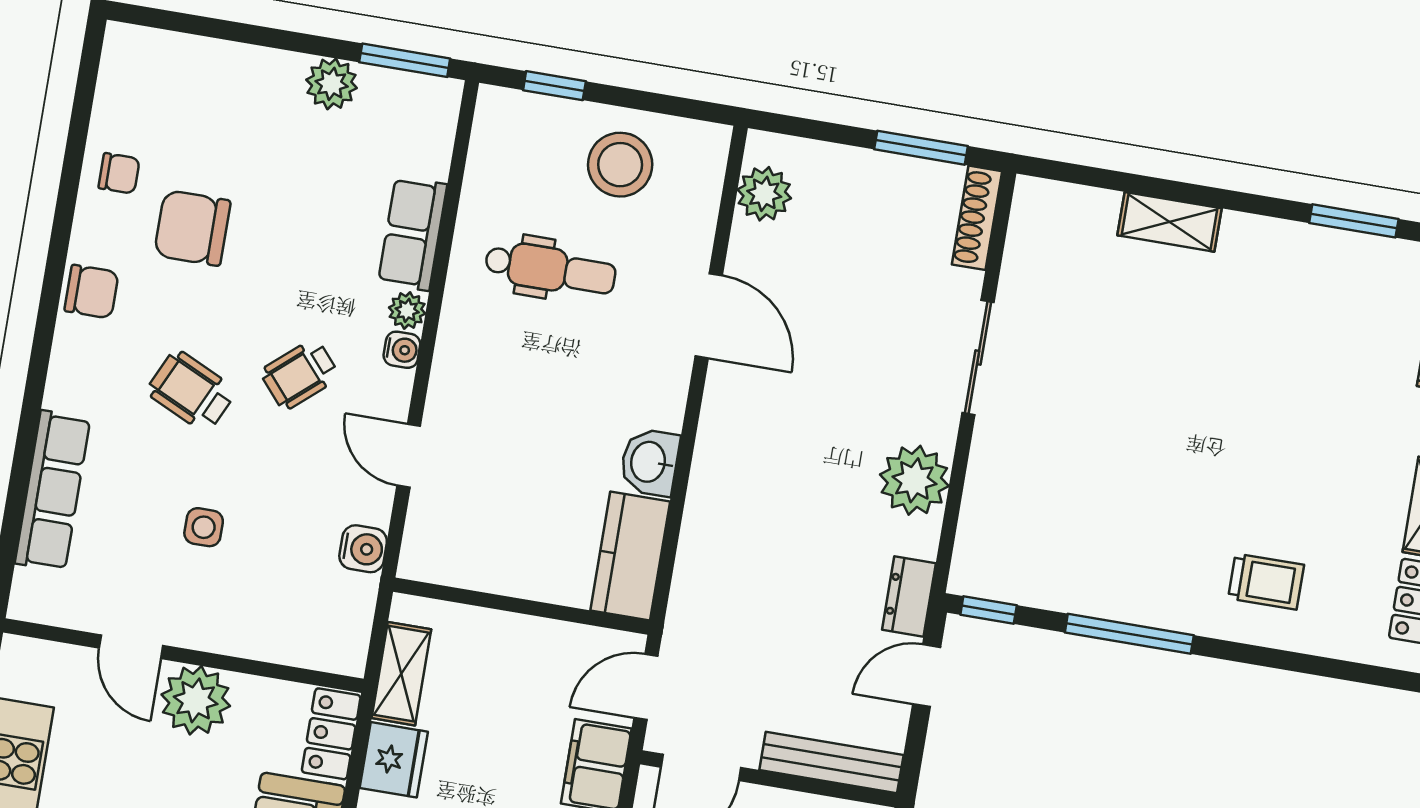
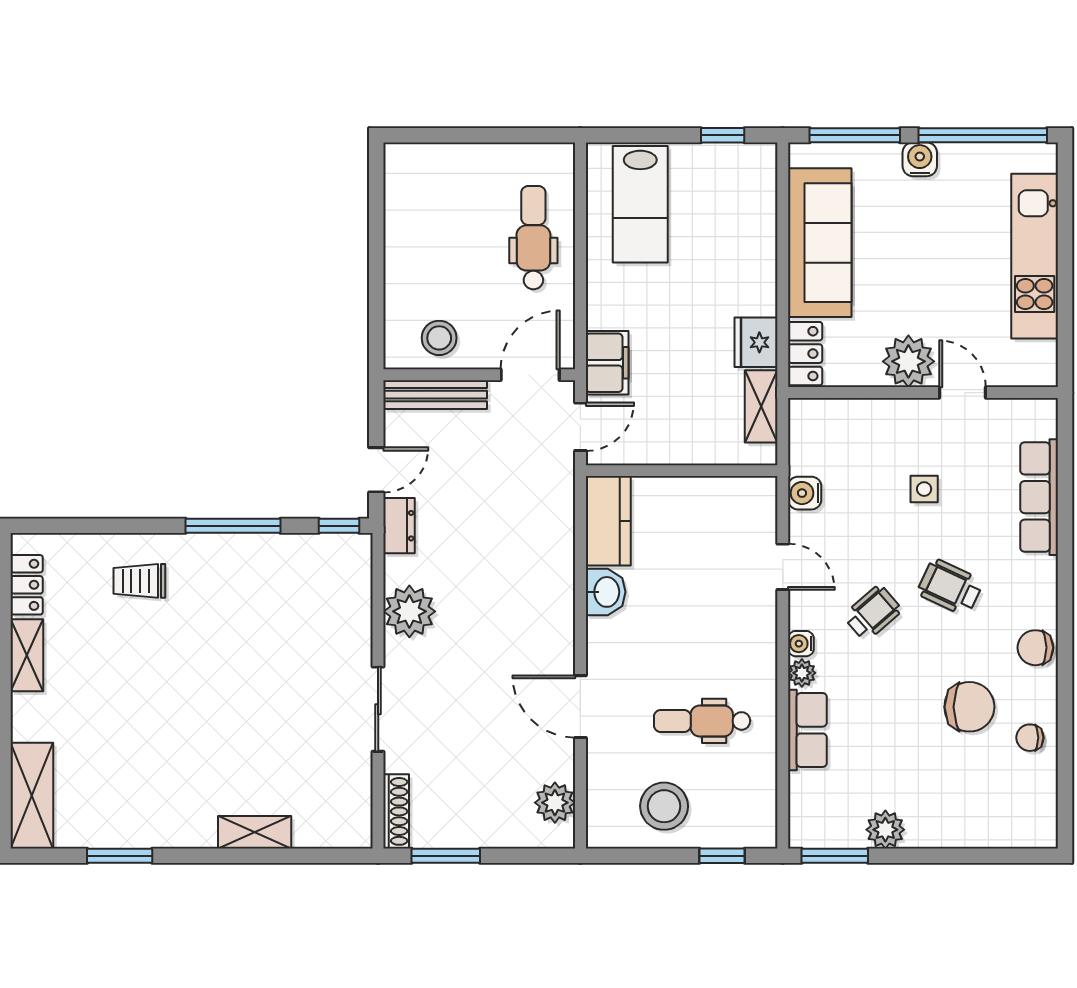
wheelchair: (191, 391) -> (950, 587), turned 180

